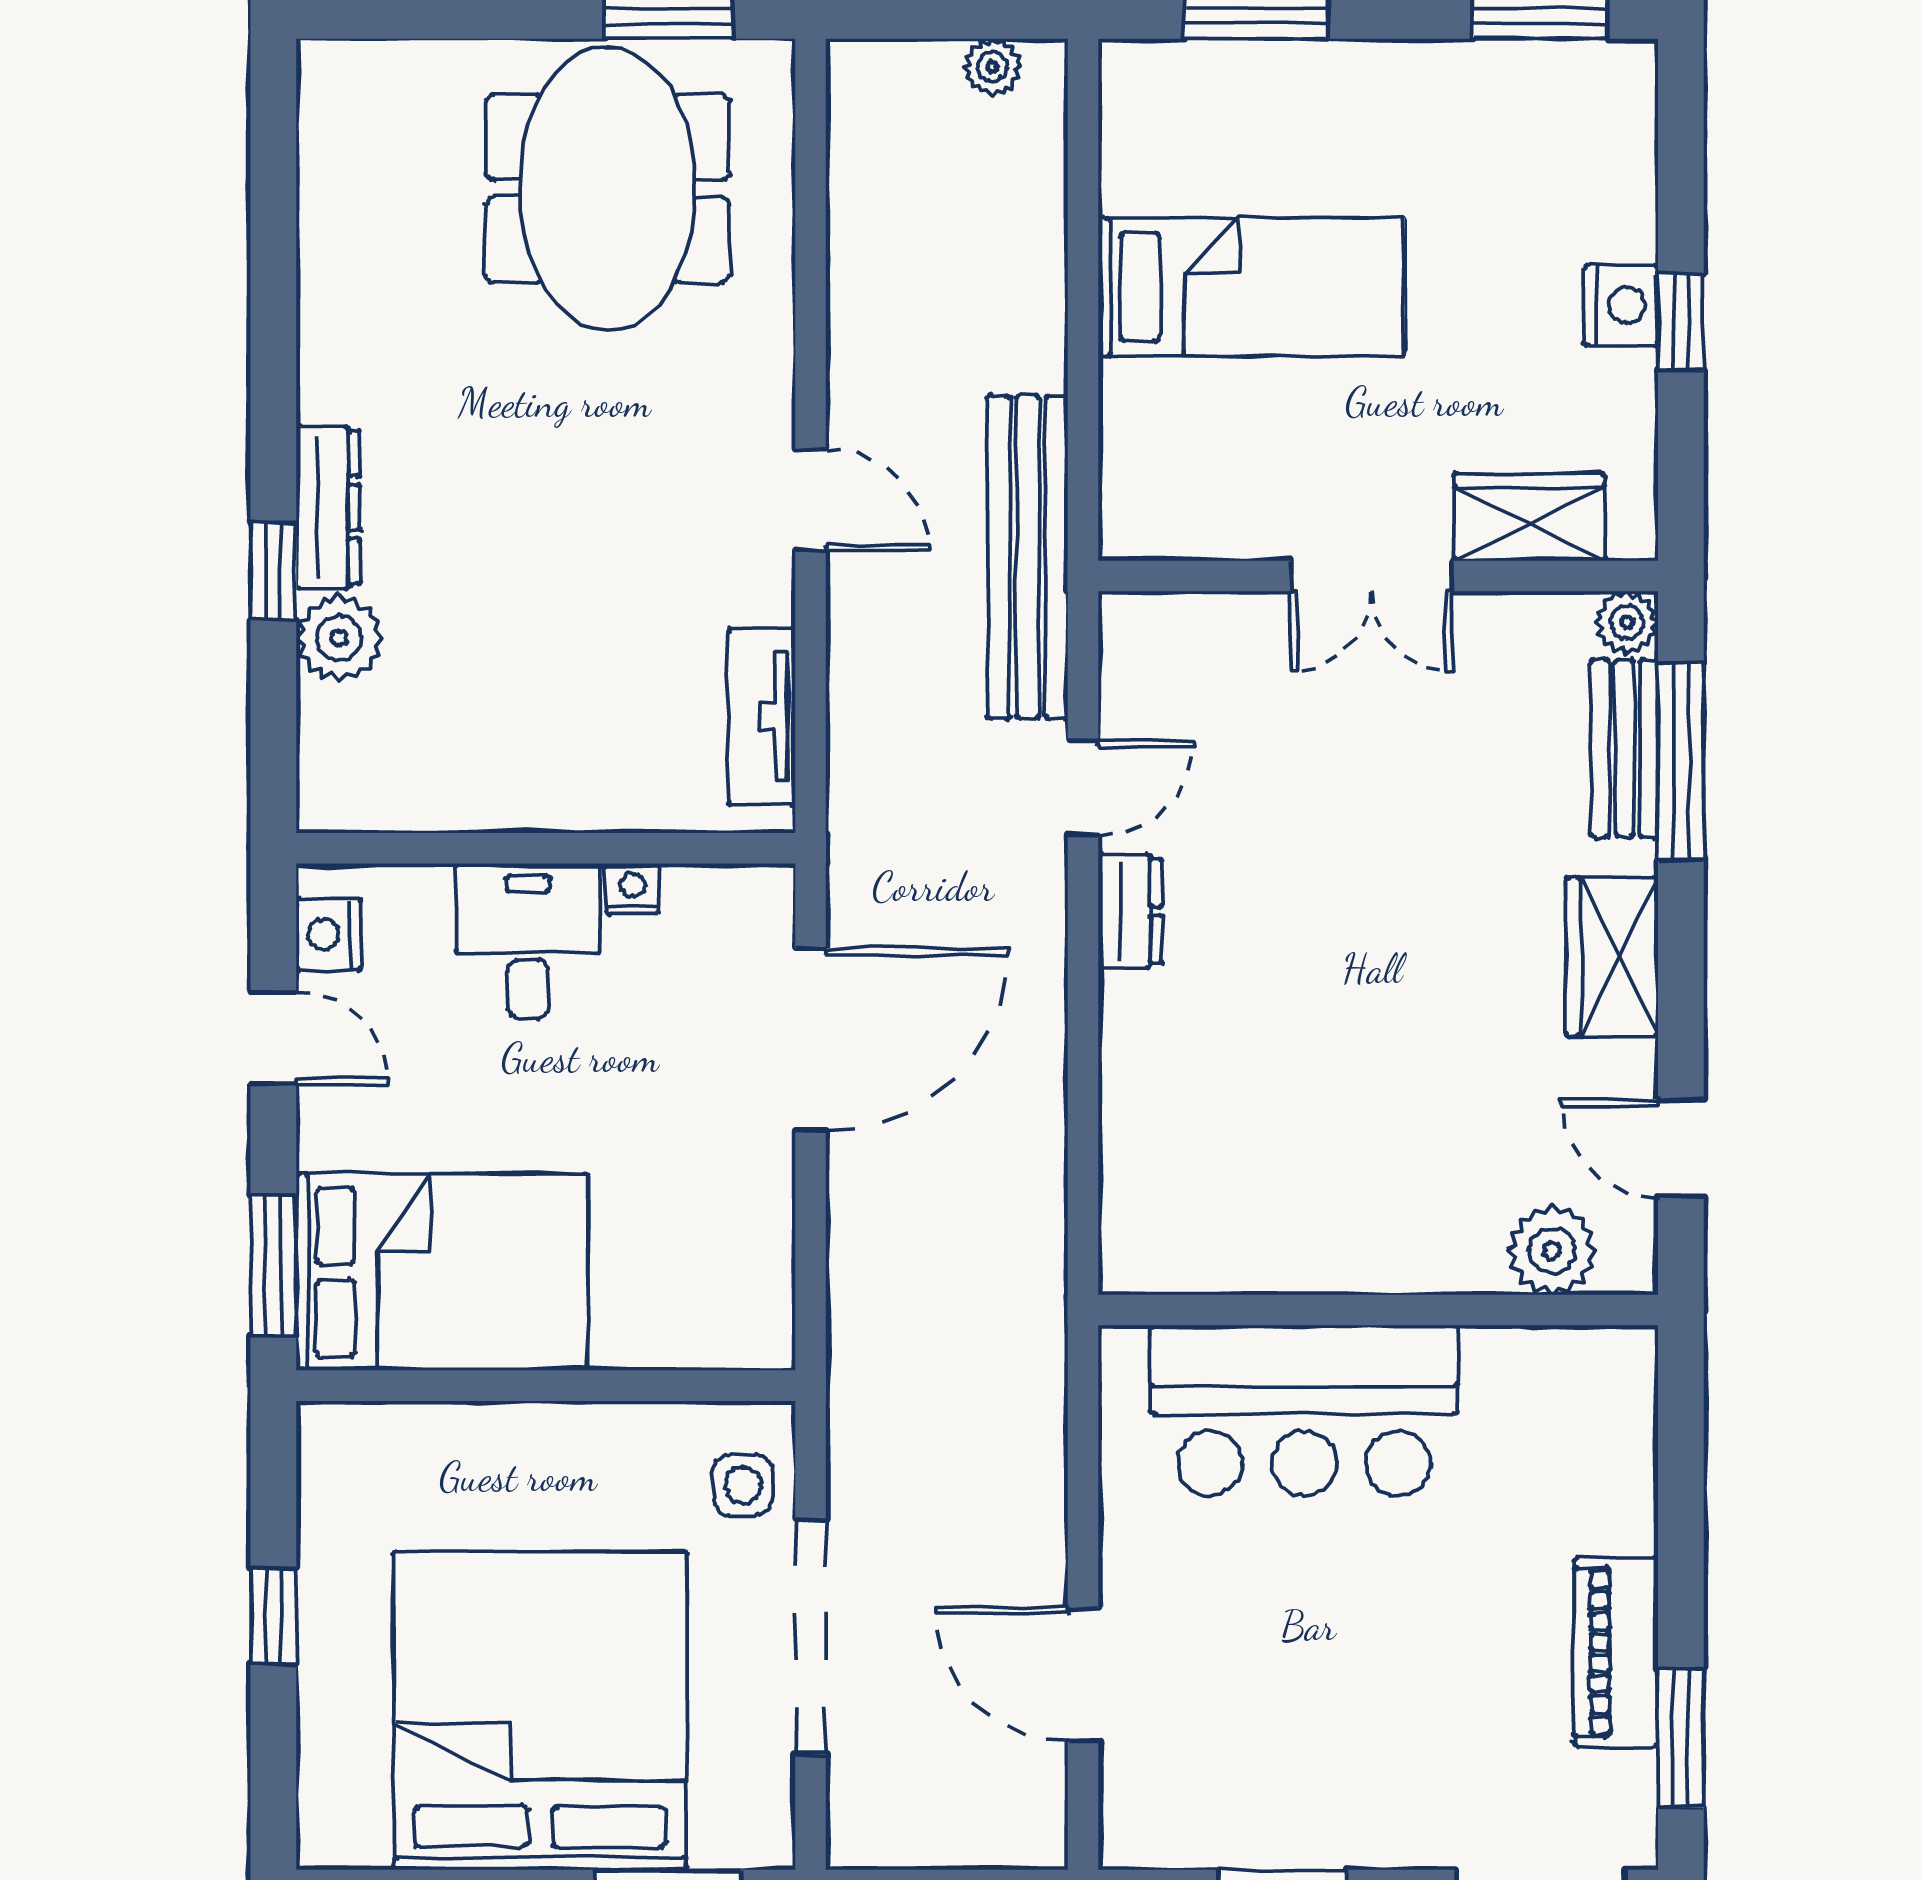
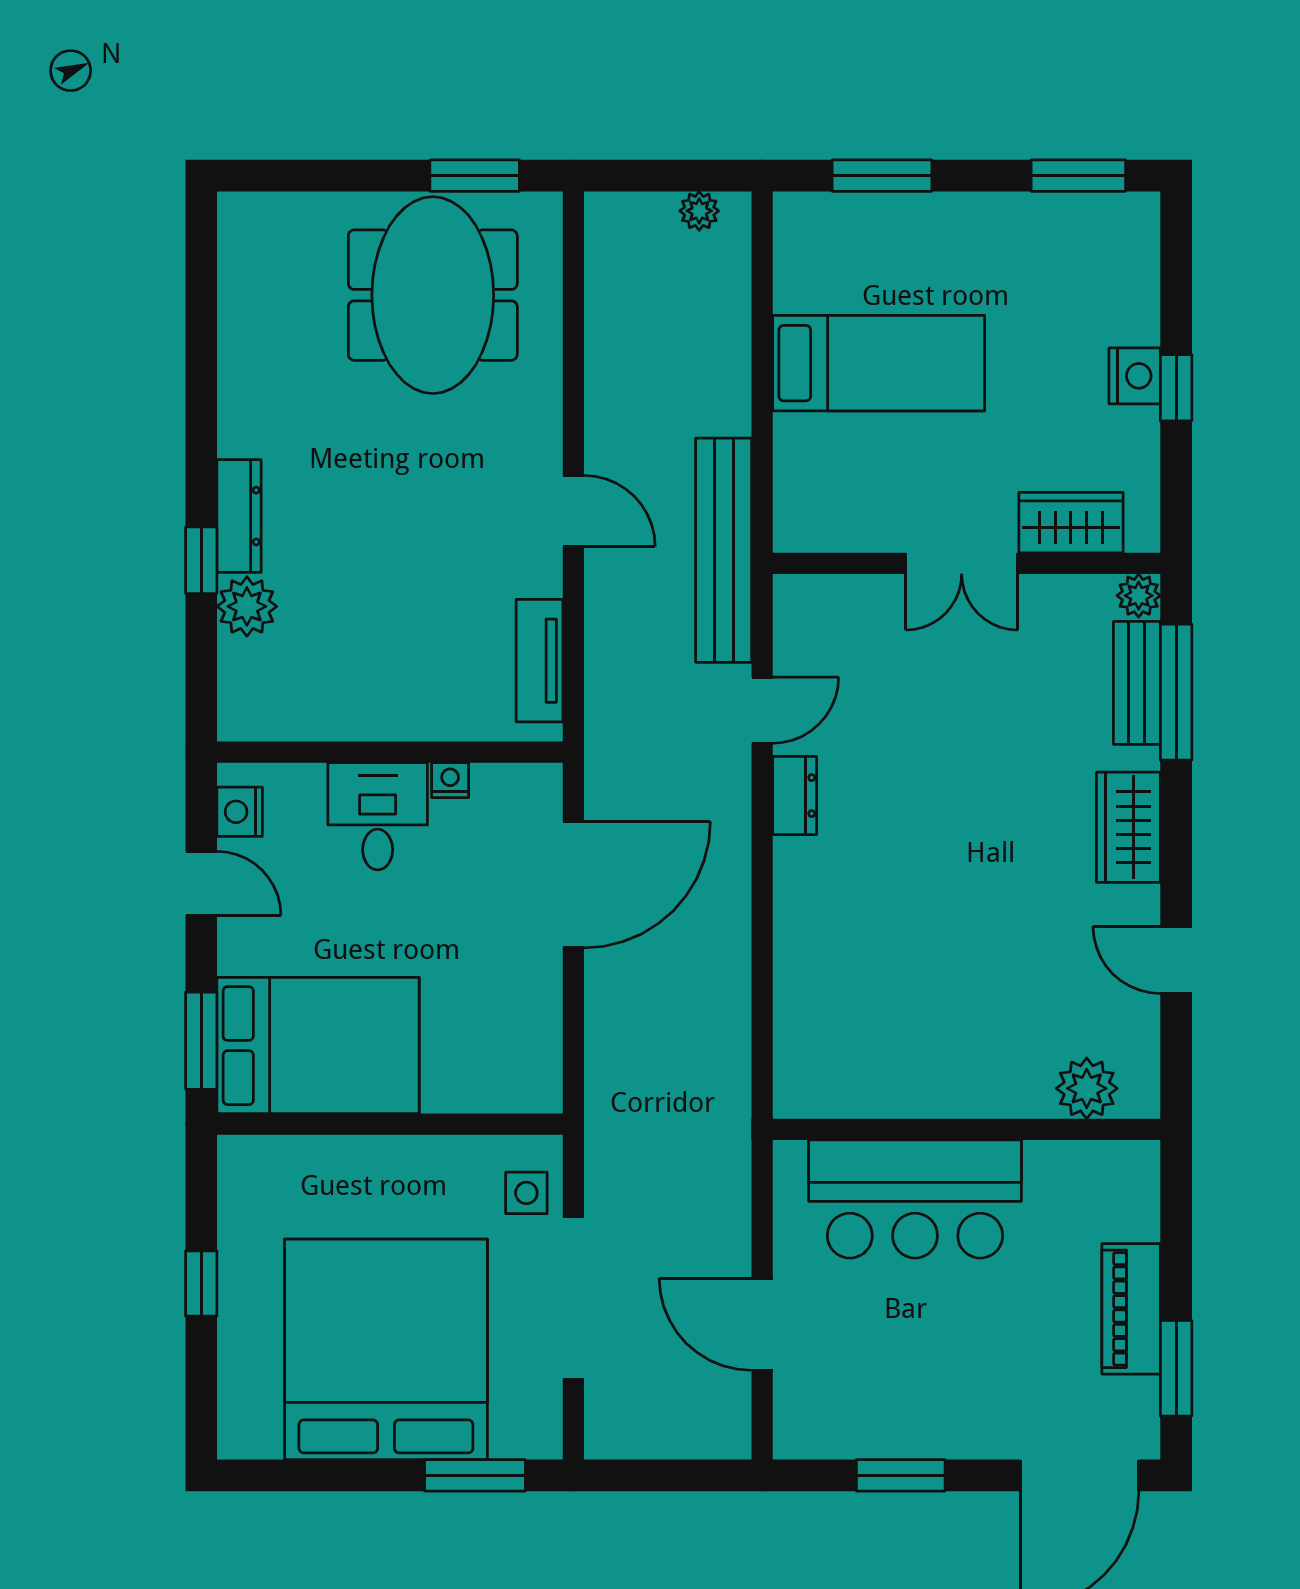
plant: (1552, 1251) -> (1087, 1088), moved
wall: (1378, 1310) -> (966, 1129), moved
bar counter: (1304, 1410) -> (915, 1199), moved

